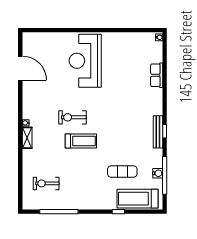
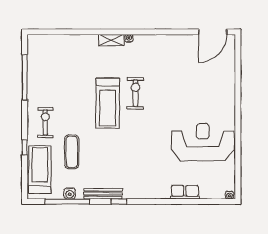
reception desk: (85, 61) -> (203, 142), moved
door: (20, 68) -> (213, 32), moved
bench: (158, 132) -> (103, 194), moved
treadmill: (81, 141) -> (108, 103), width x1.37, depth x1.38
exercise bike: (46, 183) -> (45, 123), moved

